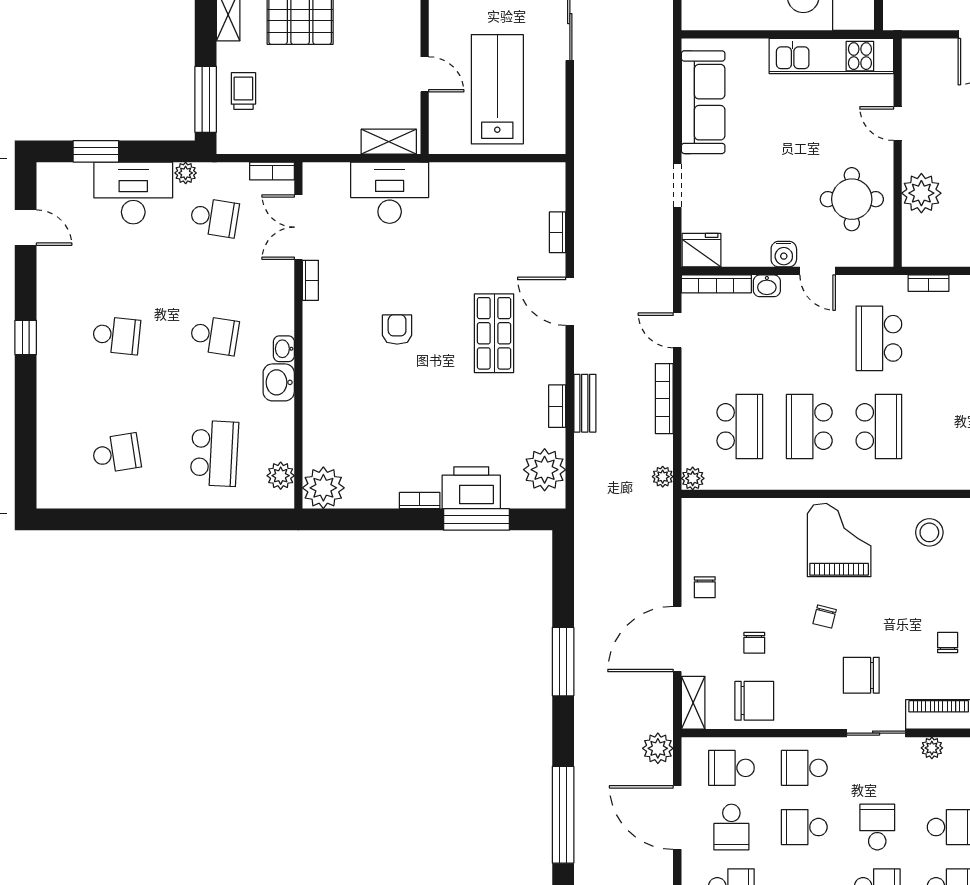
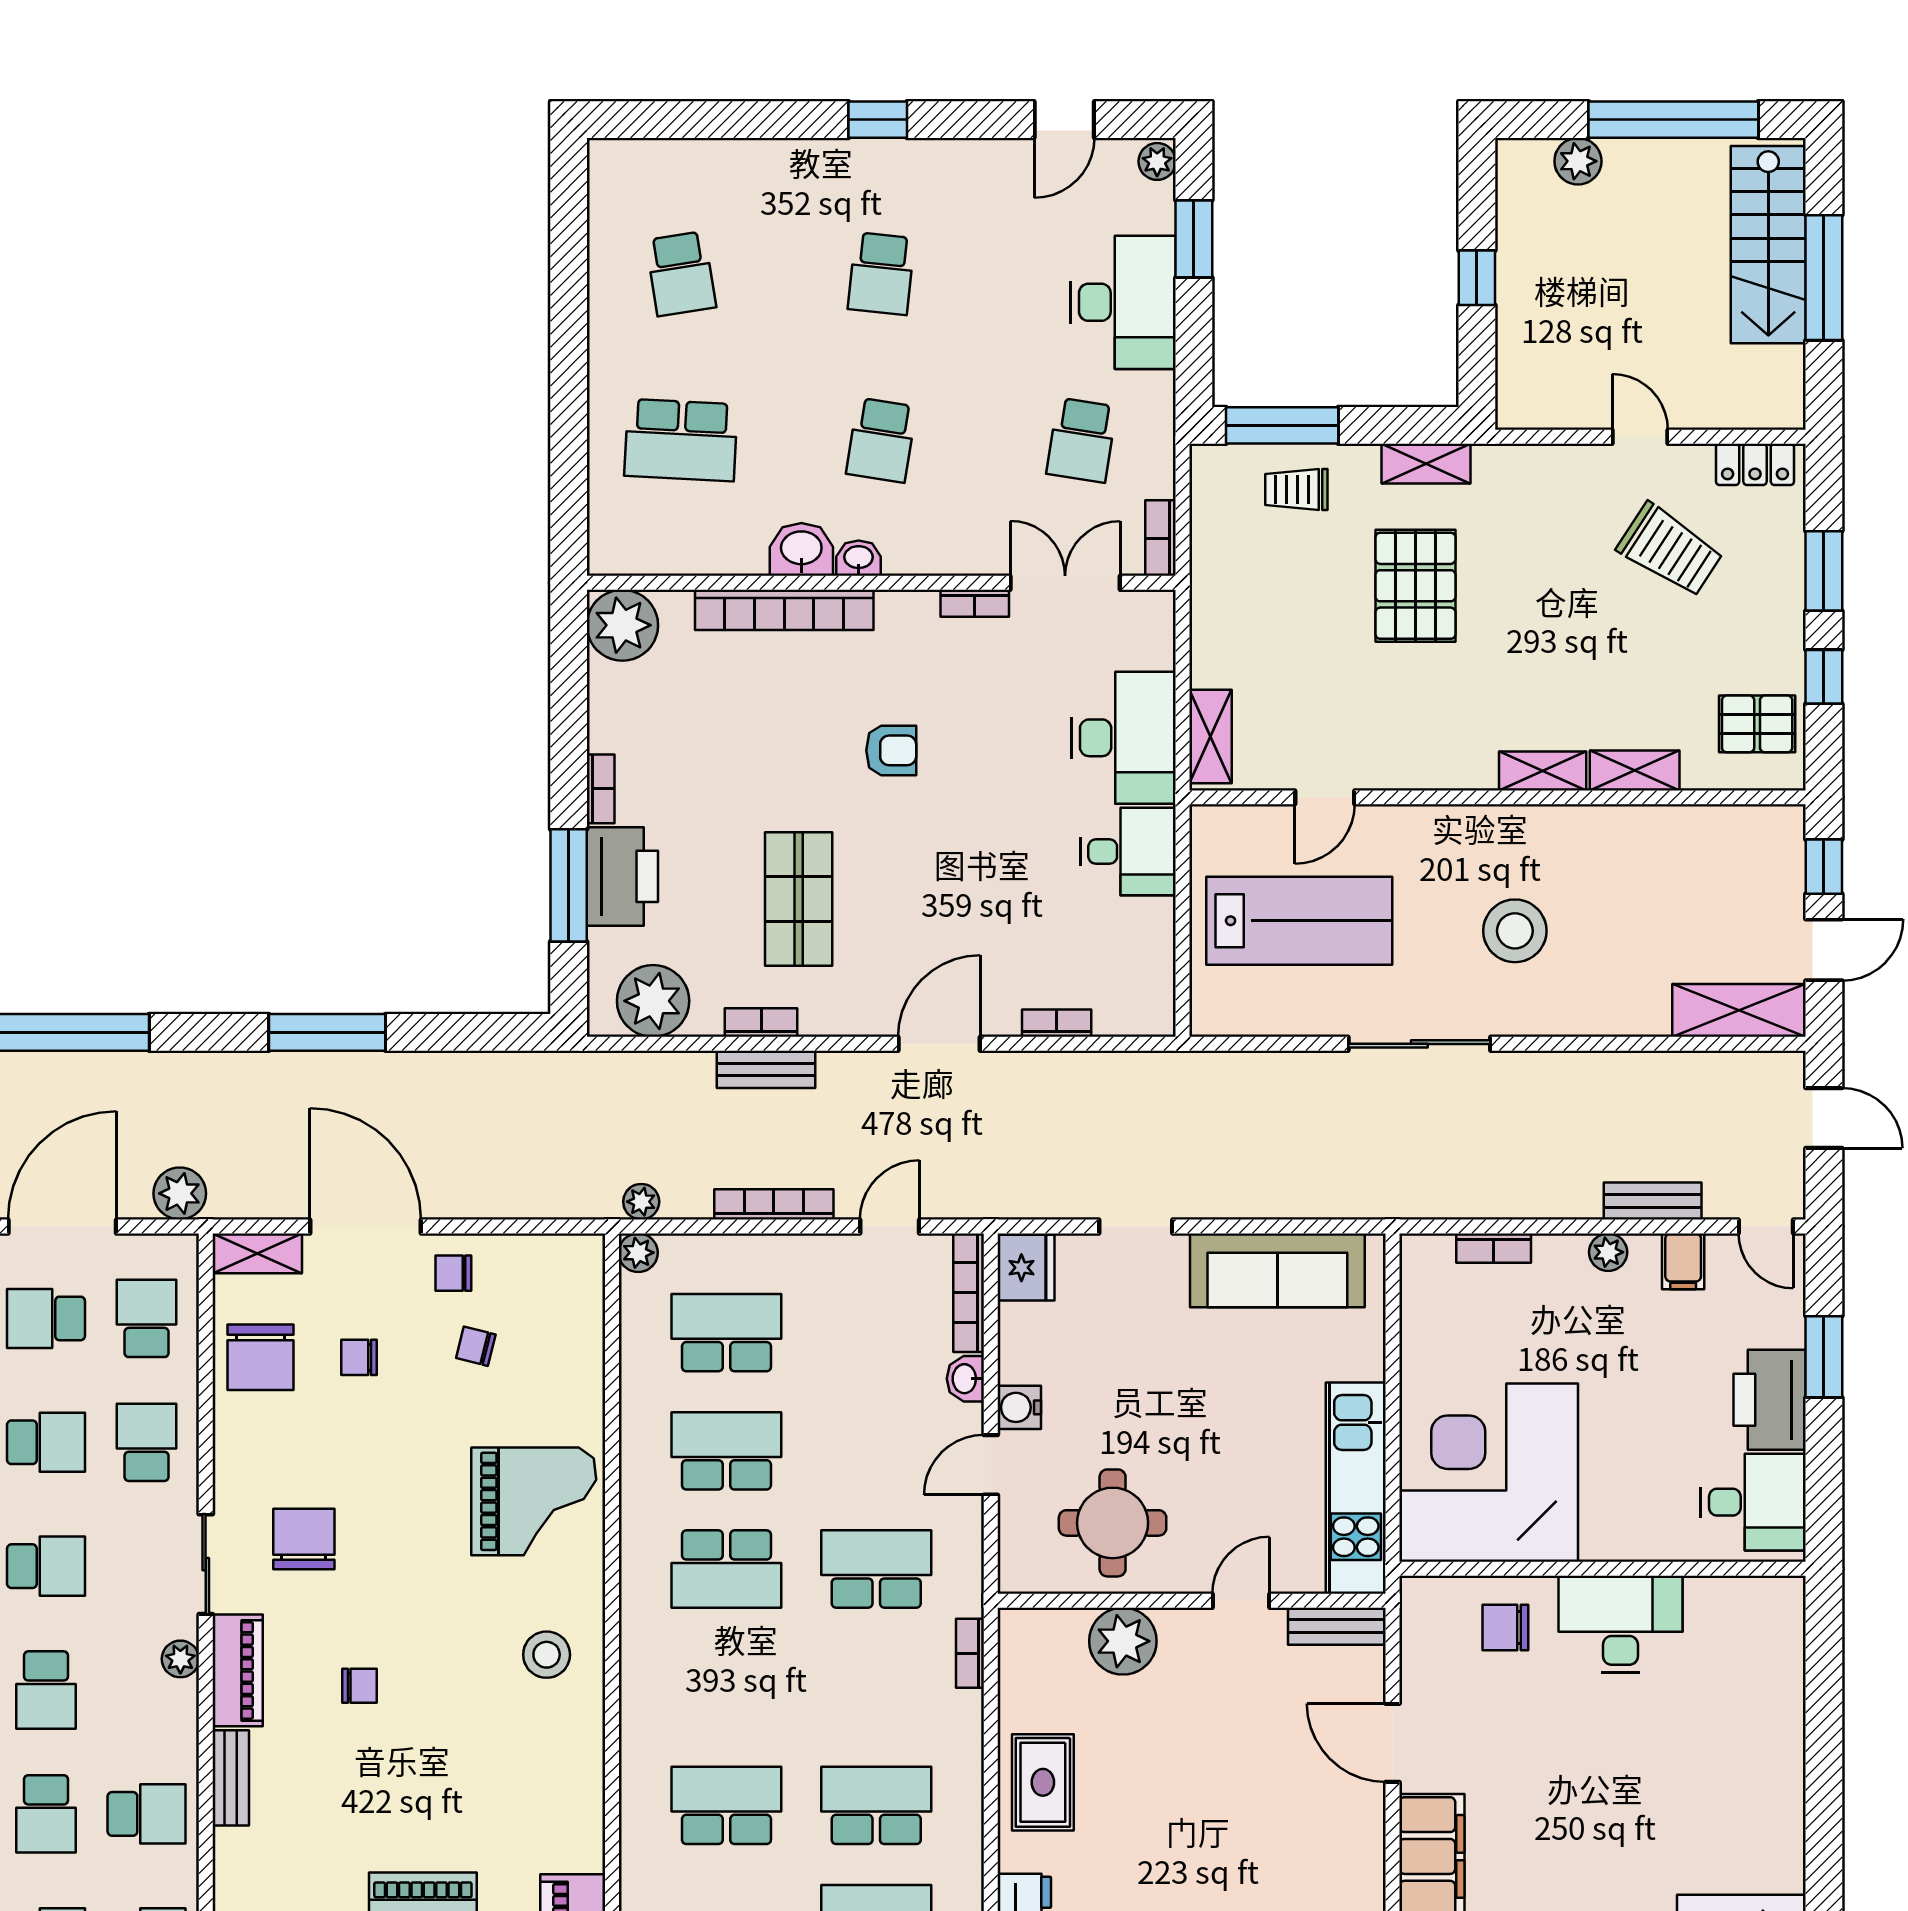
bench: (913, 67) -> (1337, 1626), added
trolley: (243, 91) -> (1296, 489), turned 180
plant: (186, 173) -> (1157, 161), moved
desk: (457, 190) -> (1128, 852), added
shop shelf: (494, 333) -> (799, 899), moved, turned 90
bookcase: (314, 393) -> (784, 610), added
school desk: (740, 427) -> (726, 1333), turned 180
plant: (281, 476) -> (643, 553), removed
chair: (825, 617) -> (476, 1346), moved
school desk: (804, 827) -> (46, 1442), turned 90

